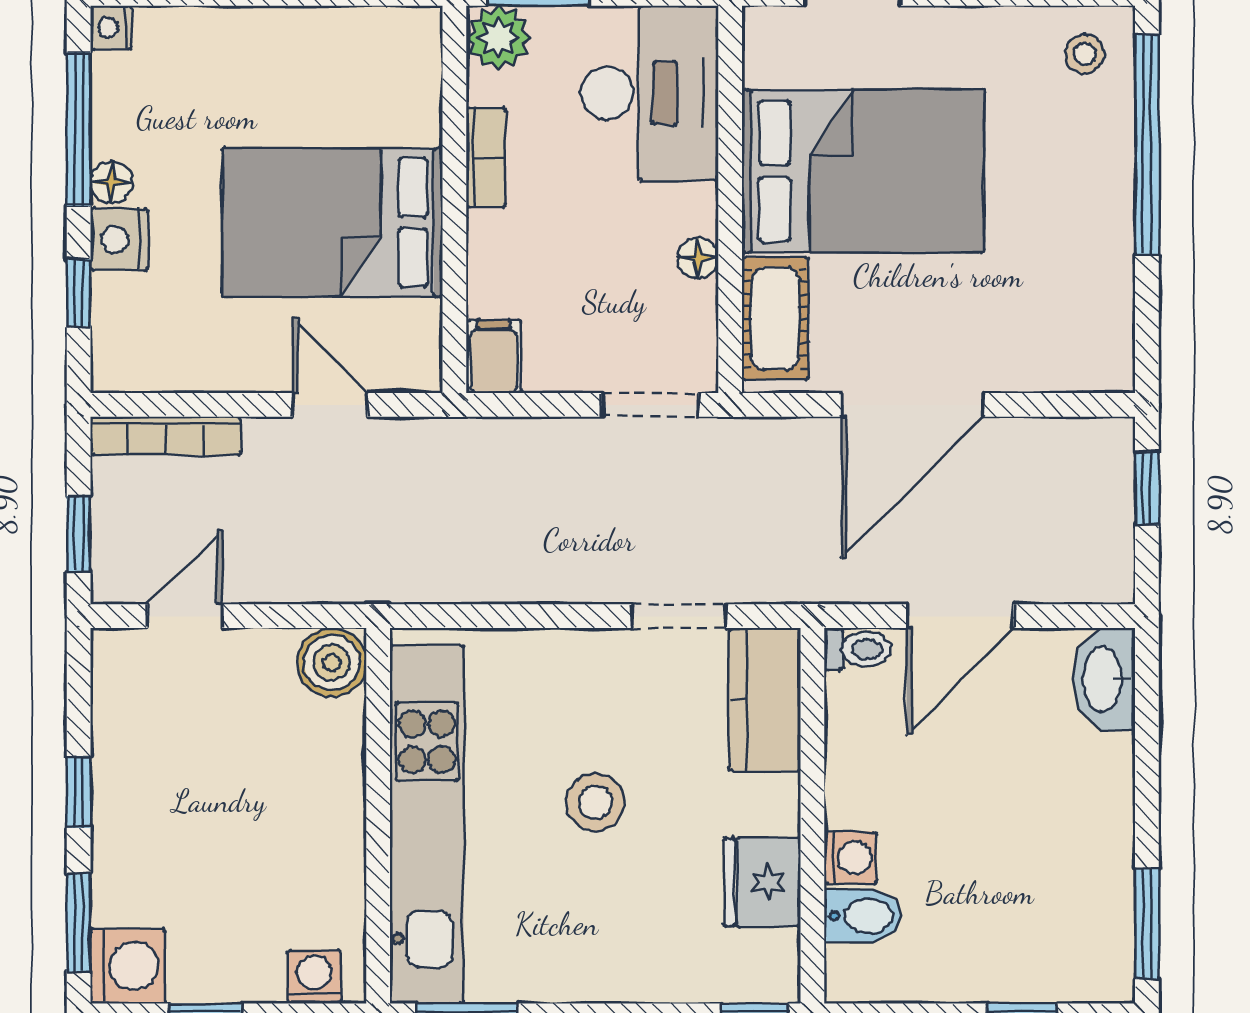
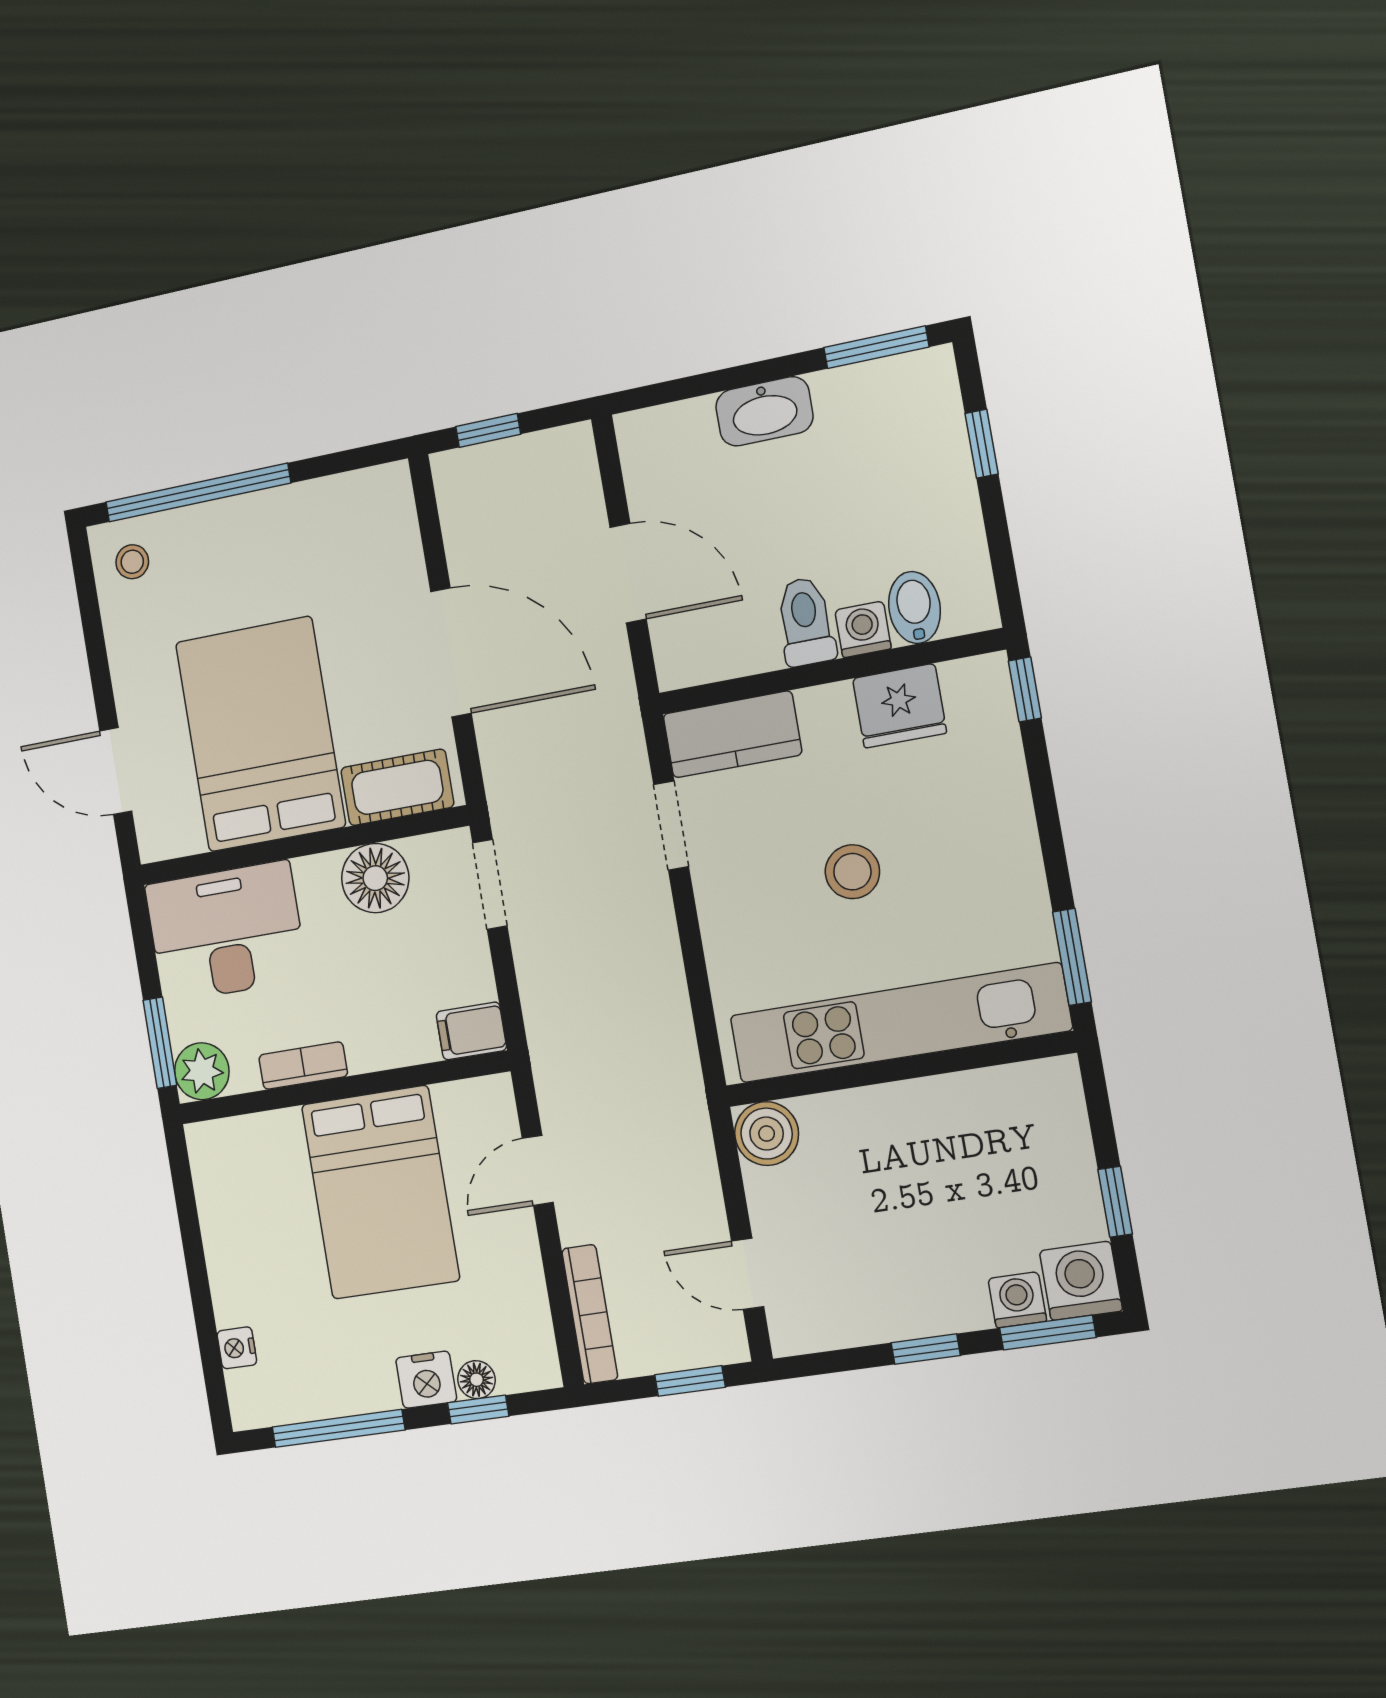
nightstand: (111, 28) -> (237, 1348), moved, turned 90
floor lamp: (112, 183) -> (476, 1380), moved
floor lamp: (698, 258) -> (375, 878), width x1.89, depth x1.89
toilet: (858, 649) -> (806, 622), moved, width x1.37, depth x1.39
washbasin: (1104, 679) -> (764, 411), moved
washing machine: (314, 977) -> (1017, 1300), moved, turned 90

